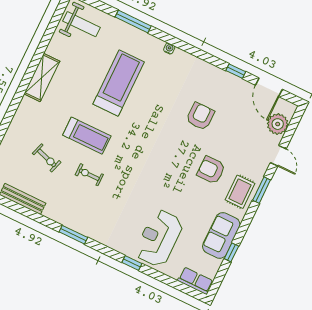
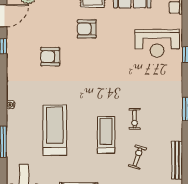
treadmill: (119, 83) -> (55, 130), turned 90
armchair: (211, 170) -> (87, 29), turned 90

